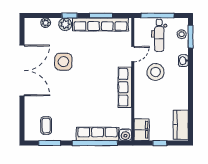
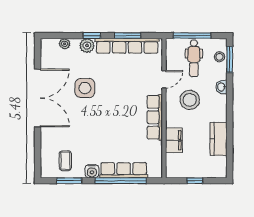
kitchen counter: (181, 125) -> (219, 139), moved
filing cabinet: (142, 130) -> (174, 140), moved
water cooler: (125, 135) -> (92, 171), moved

